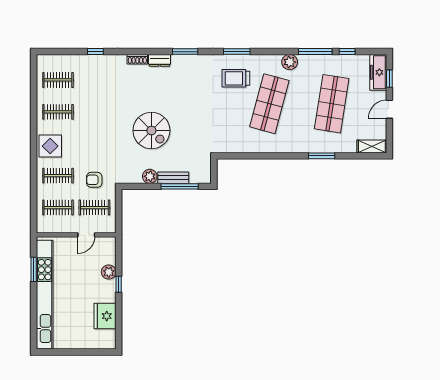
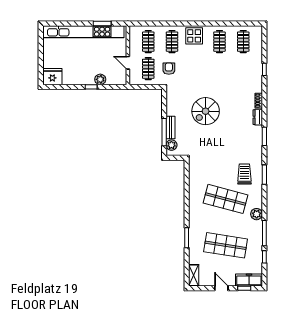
plant: (150, 176) -> (171, 145), moved
fridge: (105, 316) -> (52, 77), moved

